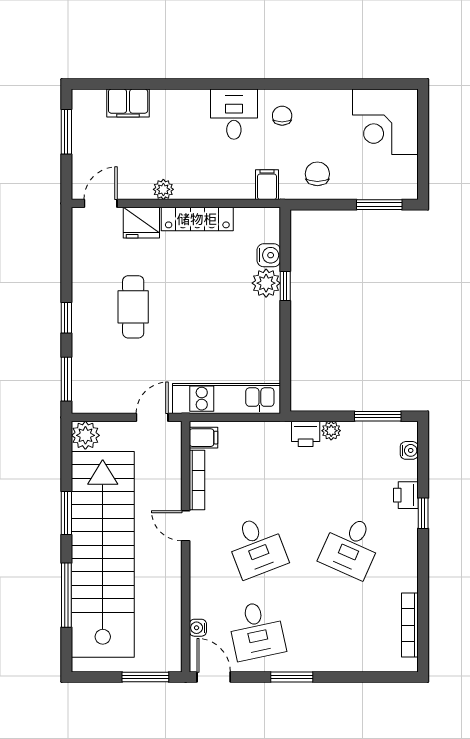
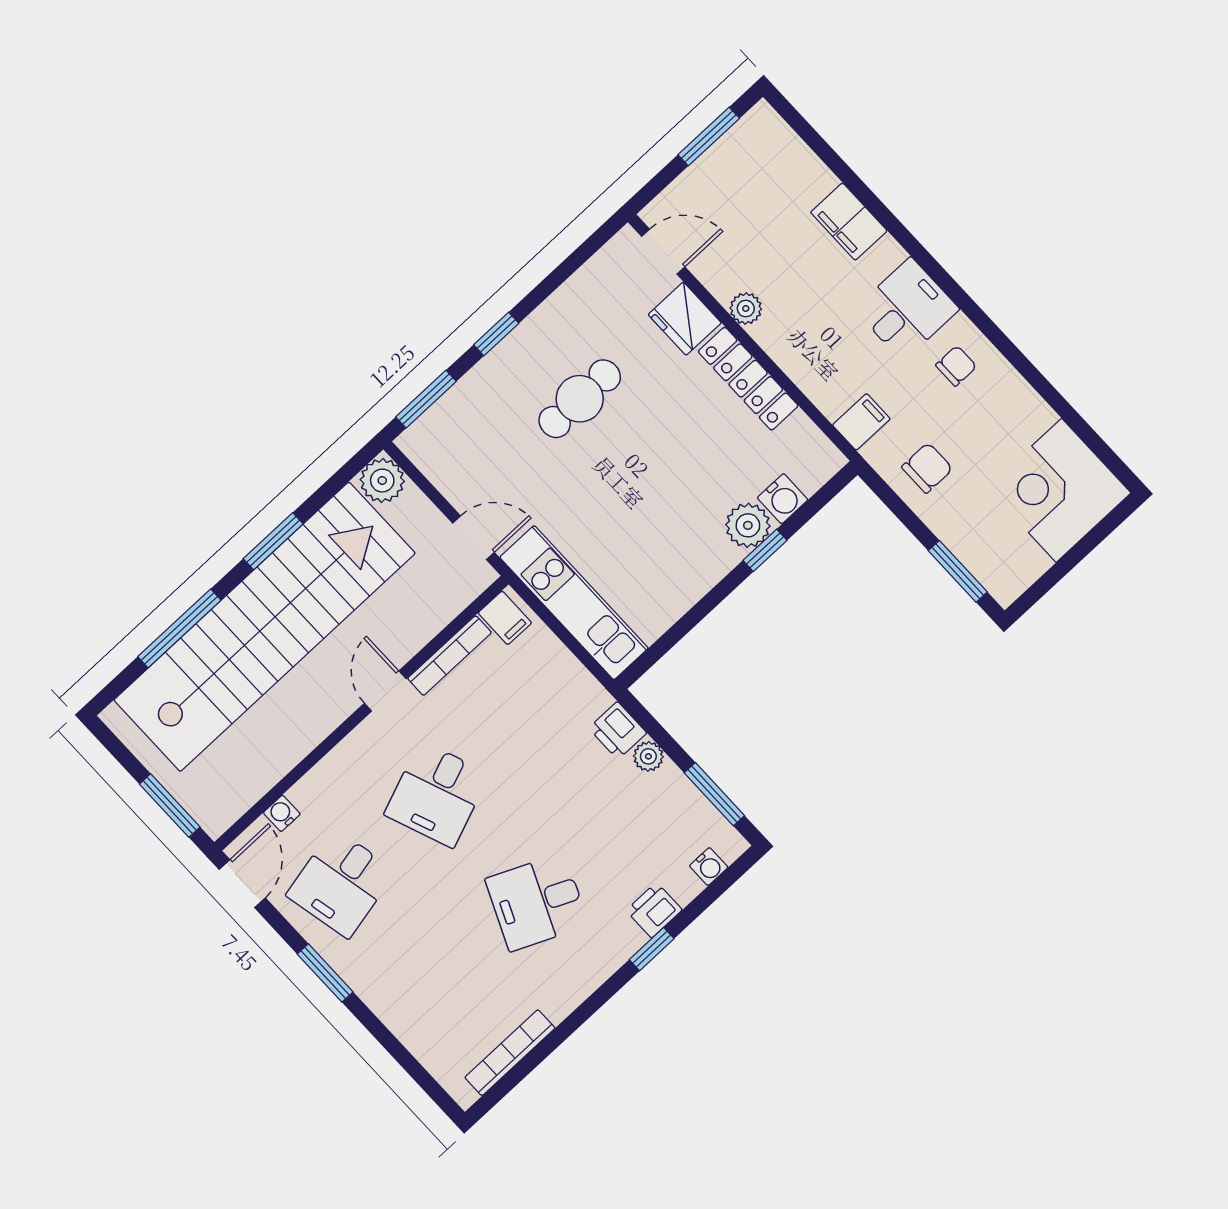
filing cabinet: (128, 103) -> (849, 222), moved

